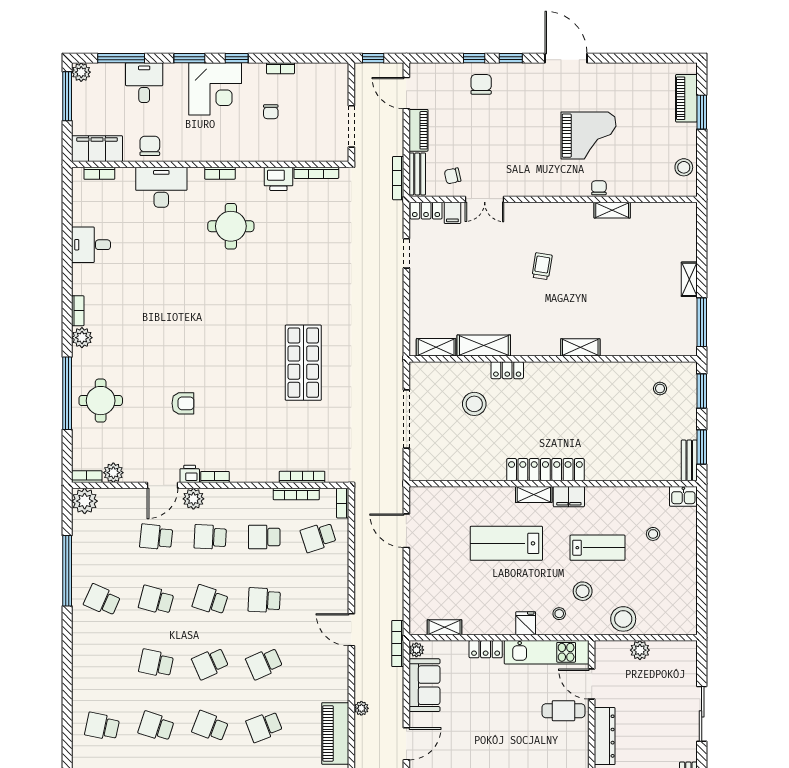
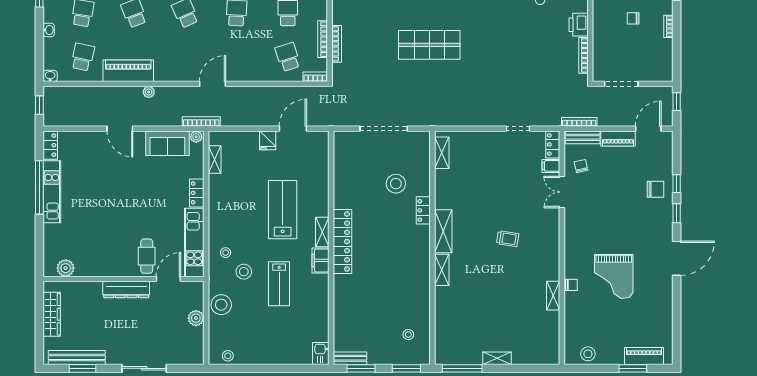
shelving: (484, 345) -> (443, 231), moved
stool: (653, 534) -> (228, 356), moved
fridge: (526, 623) -> (268, 140), moved, turned 90

